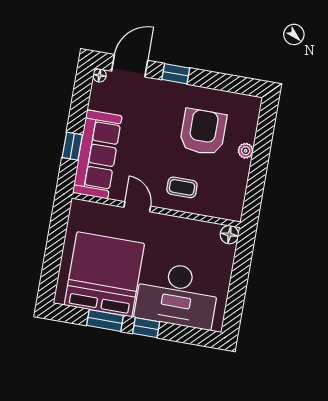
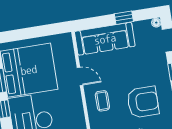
window: (72, 146) -> (124, 18), moved
door: (137, 207) -> (80, 76), hinge flipped

